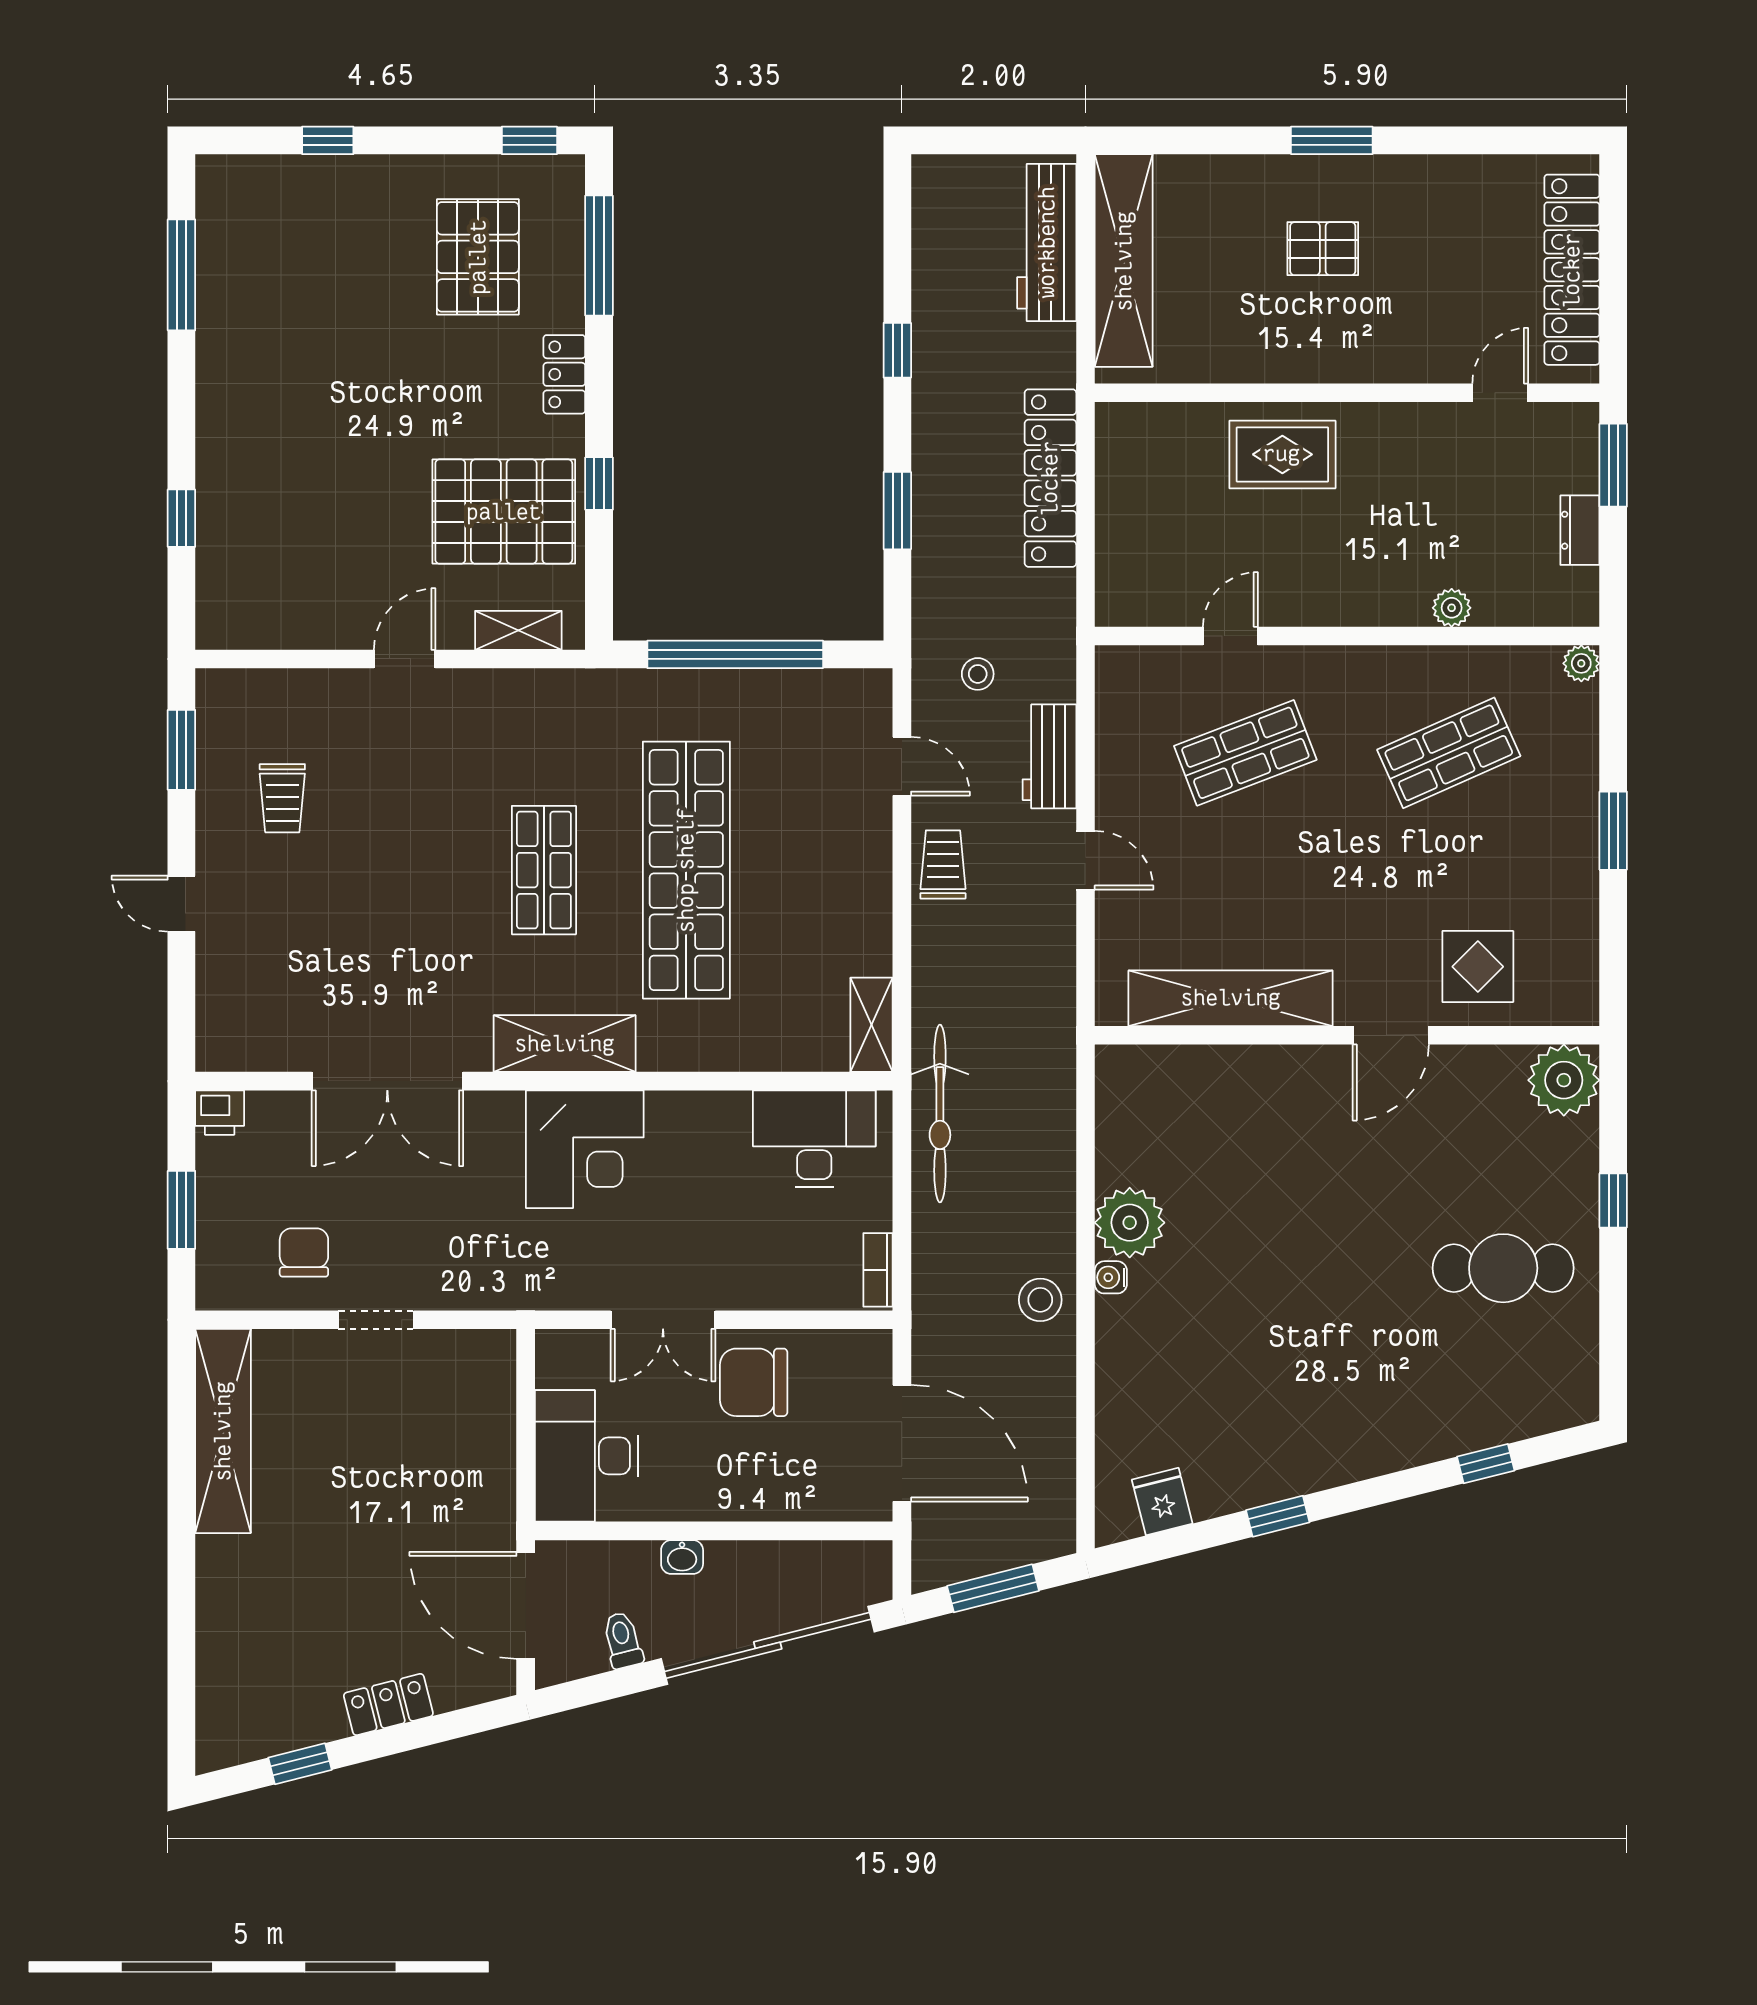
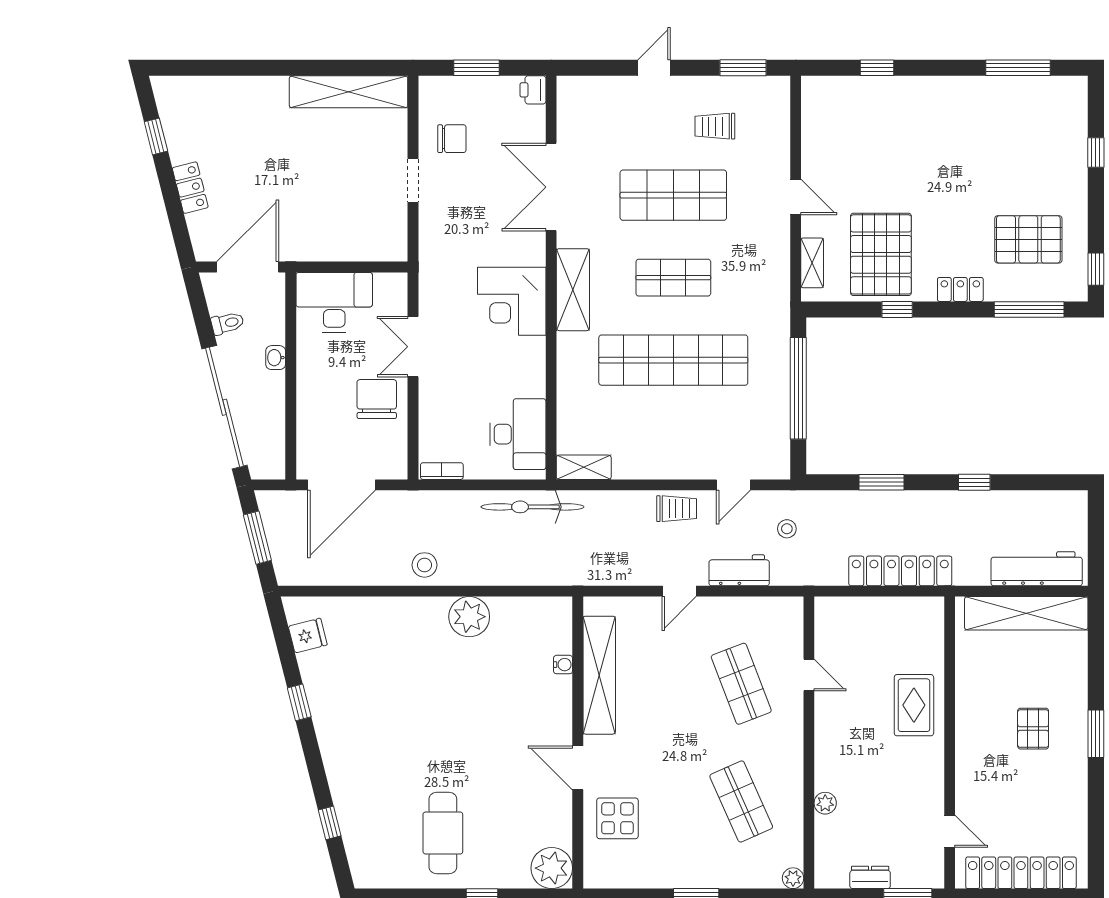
shop shelf: (402, 870) -> (673, 195), added
water cooler: (1111, 1277) -> (563, 665), moved, turned 90

